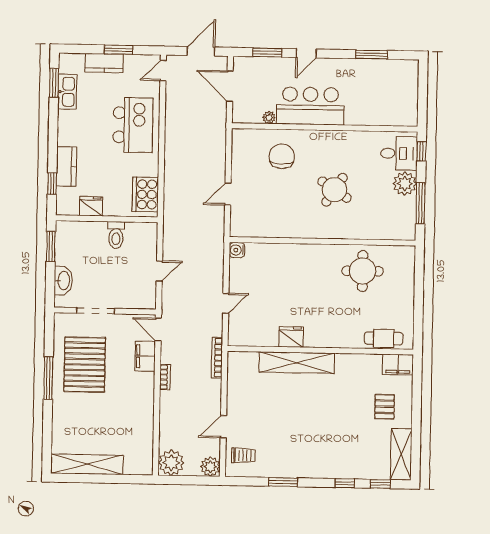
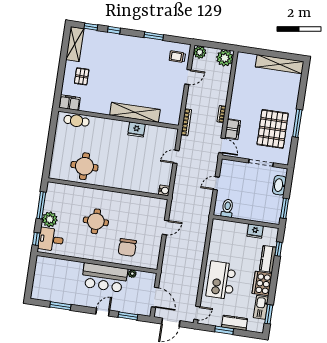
round table: (334, 190) -> (96, 221), turned -33
cooker: (145, 194) -> (262, 284), moved, turned 180
toilet: (116, 235) -> (227, 208), moved

